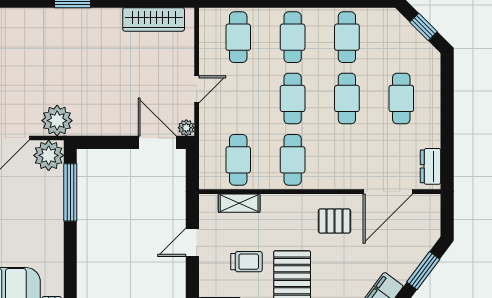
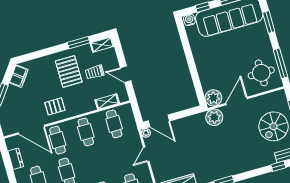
cafe table: (293, 98) -> (58, 140), moved
dresser: (431, 166) -> (16, 159), moved
window: (70, 192) -> (197, 82), removed
door: (388, 192) -> (31, 130), swing flipped
door: (192, 242) -> (126, 74), swing flipped

